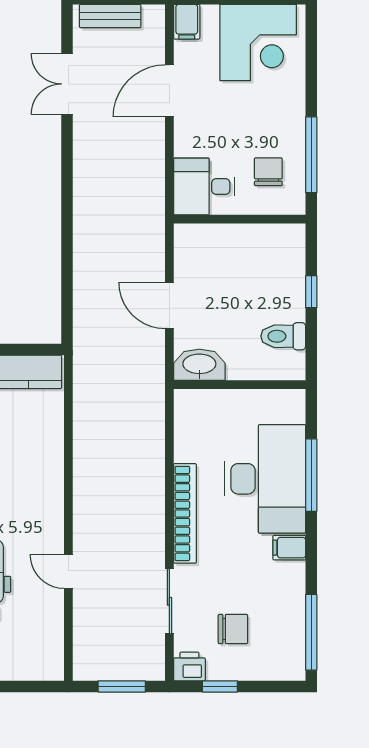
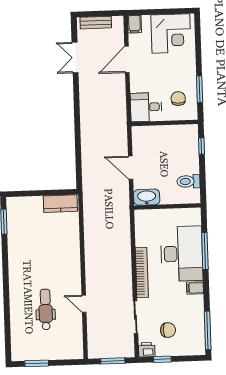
window: (311, 155) -> (200, 89), width x0.69
window: (311, 292) -> (201, 146), moved

